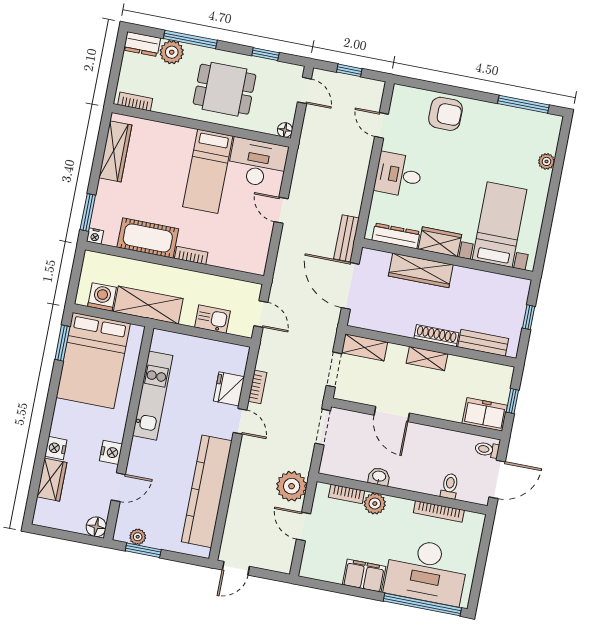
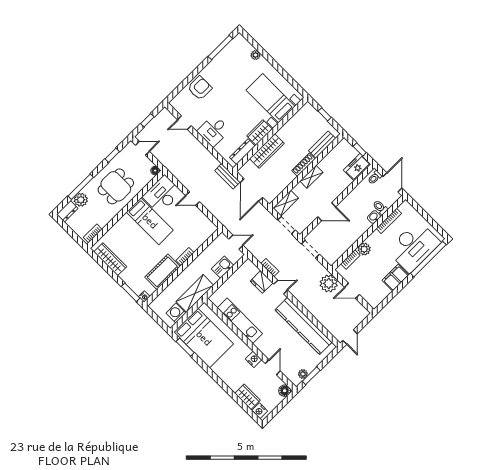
door: (350, 286) -> (251, 190), hinge flipped
nightstand: (56, 448) -> (260, 411), moved
washbasin: (379, 477) -> (374, 217), moved

